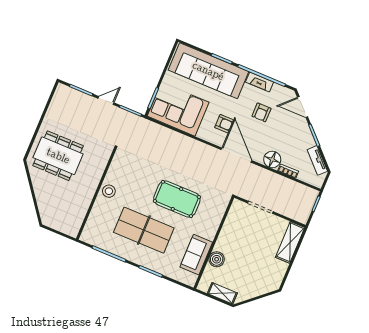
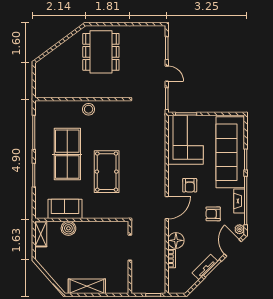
plant: (287, 93) -> (240, 229), added
door: (236, 155) -> (167, 208), width x0.73
tv unit: (317, 160) -> (205, 267), moved
shelving: (290, 242) -> (87, 286), moved
shelving: (222, 293) -> (41, 234), moved

